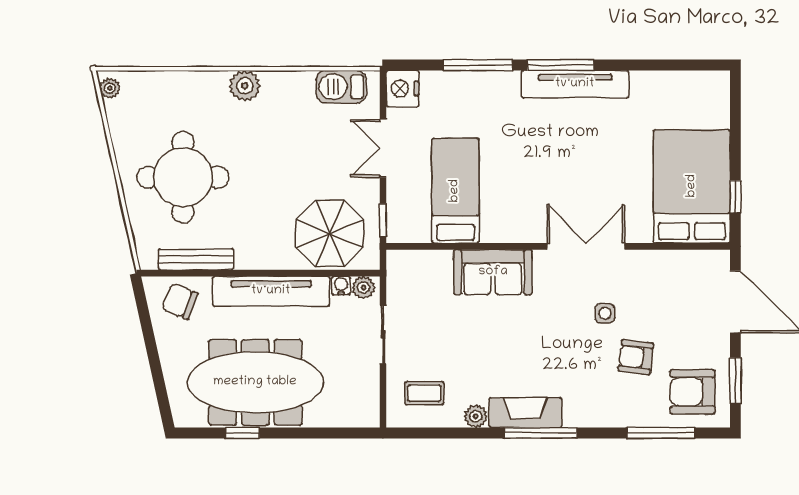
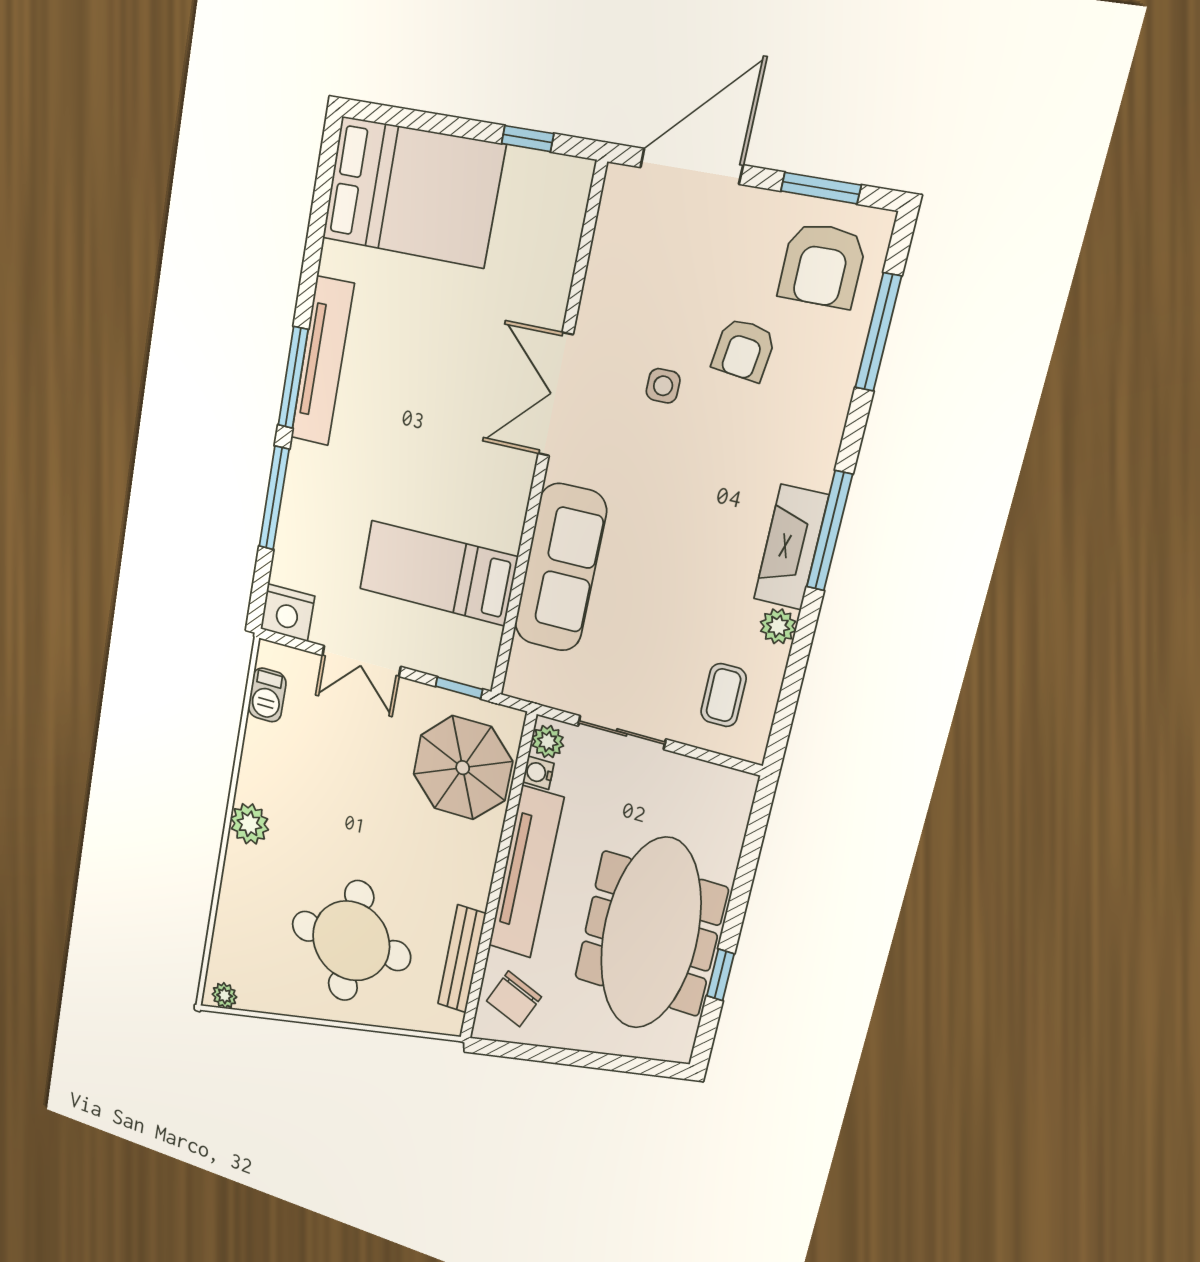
barbecue: (341, 87) -> (267, 695), width x0.73, depth x0.79
bed: (692, 186) -> (412, 192), moved, turned 180
sofa: (493, 272) -> (560, 568), width x1.36

